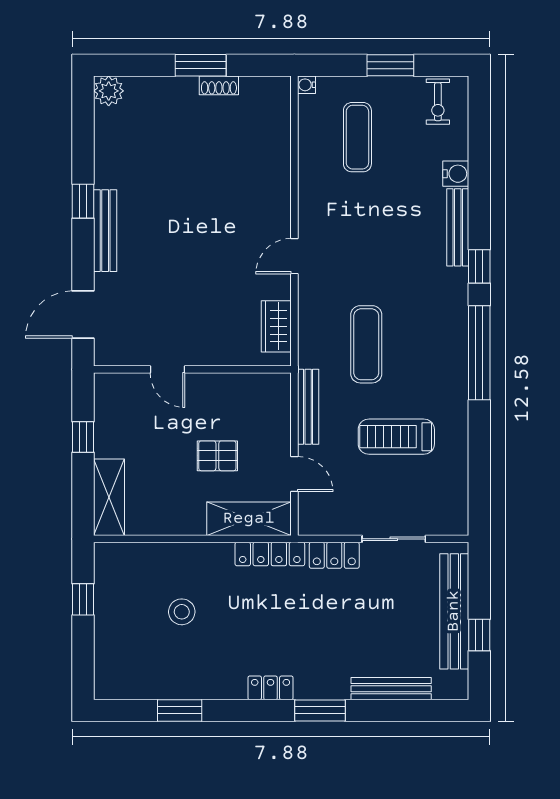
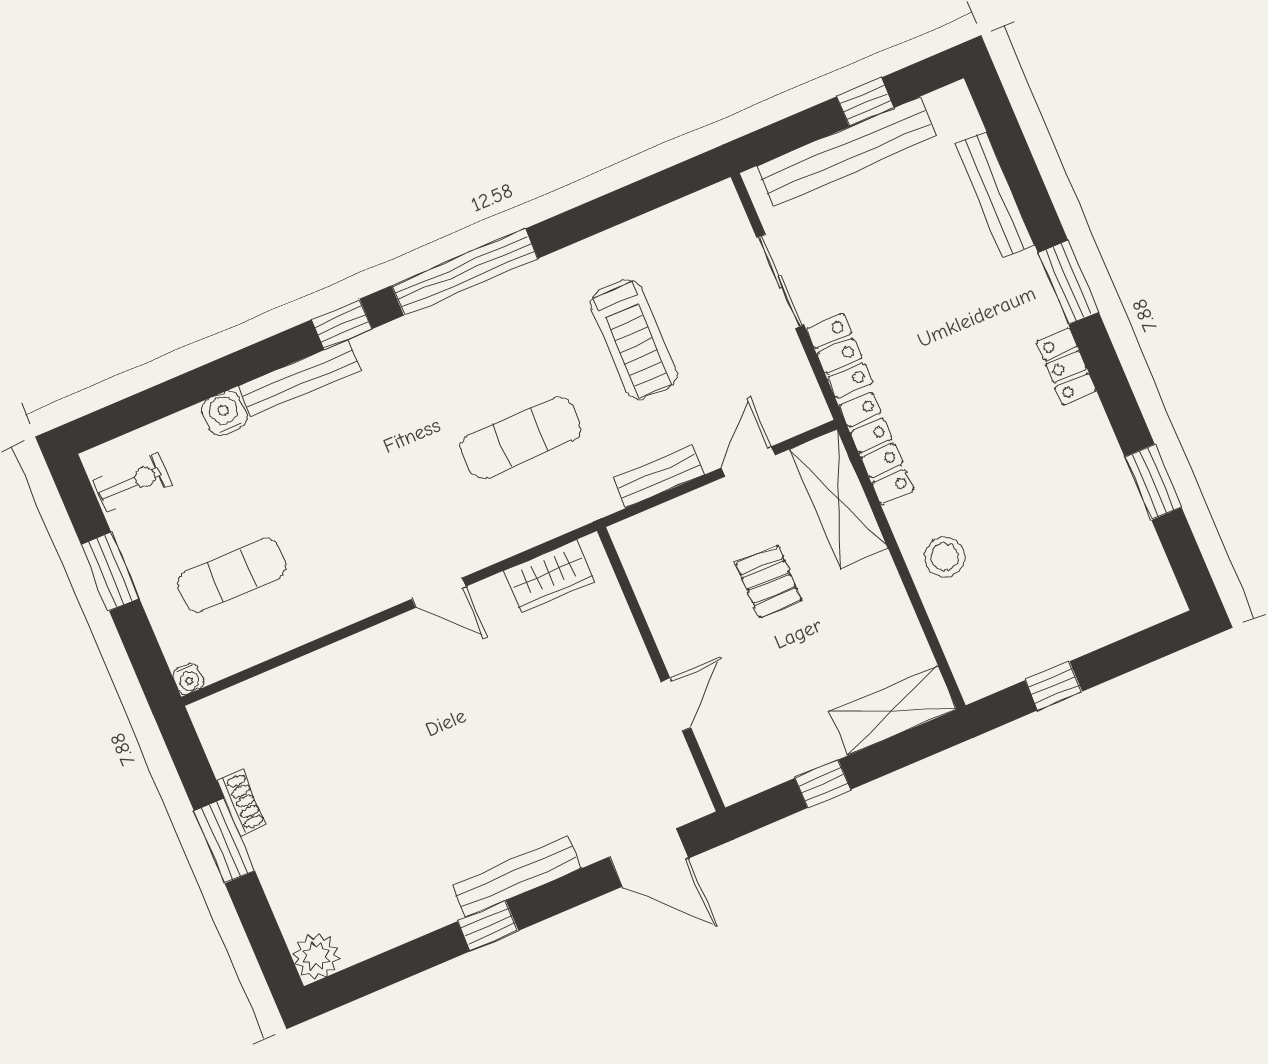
bench: (308, 407) -> (659, 476), width x0.73
stool: (182, 612) -> (944, 557), moved

